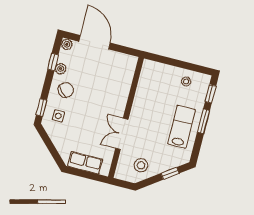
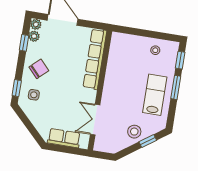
plant: (61, 69) -> (34, 36), moved
row of seats: (124, 85) -> (95, 59), added
double door: (122, 134) -> (95, 120), moved
stool: (141, 165) -> (134, 132), moved

